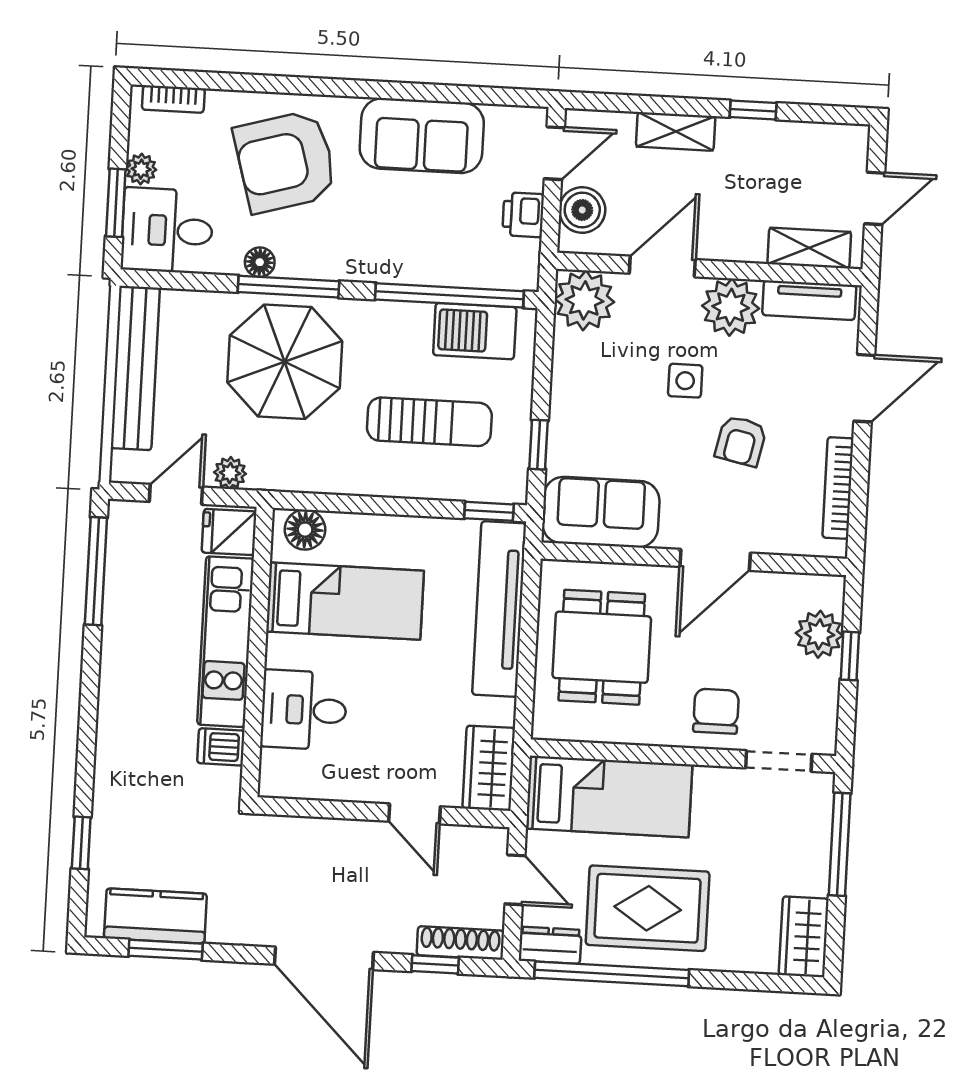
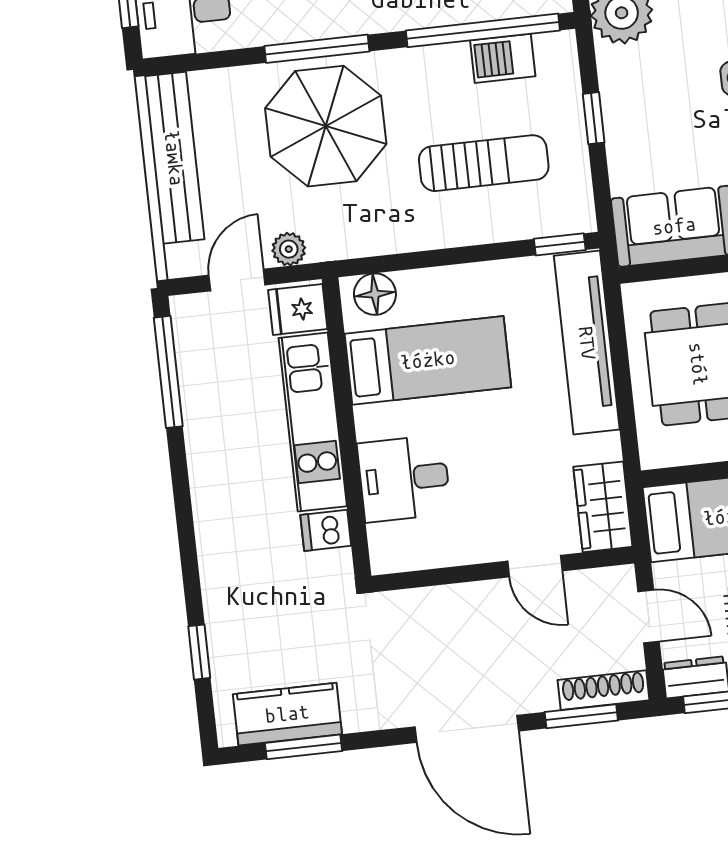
floor lamp: (260, 262) -> (283, 29), removed
barbecue: (475, 331) -> (503, 58), width x0.73, depth x0.79
window: (539, 445) -> (594, 118), moved
window: (435, 964) -> (581, 716), width x1.50

